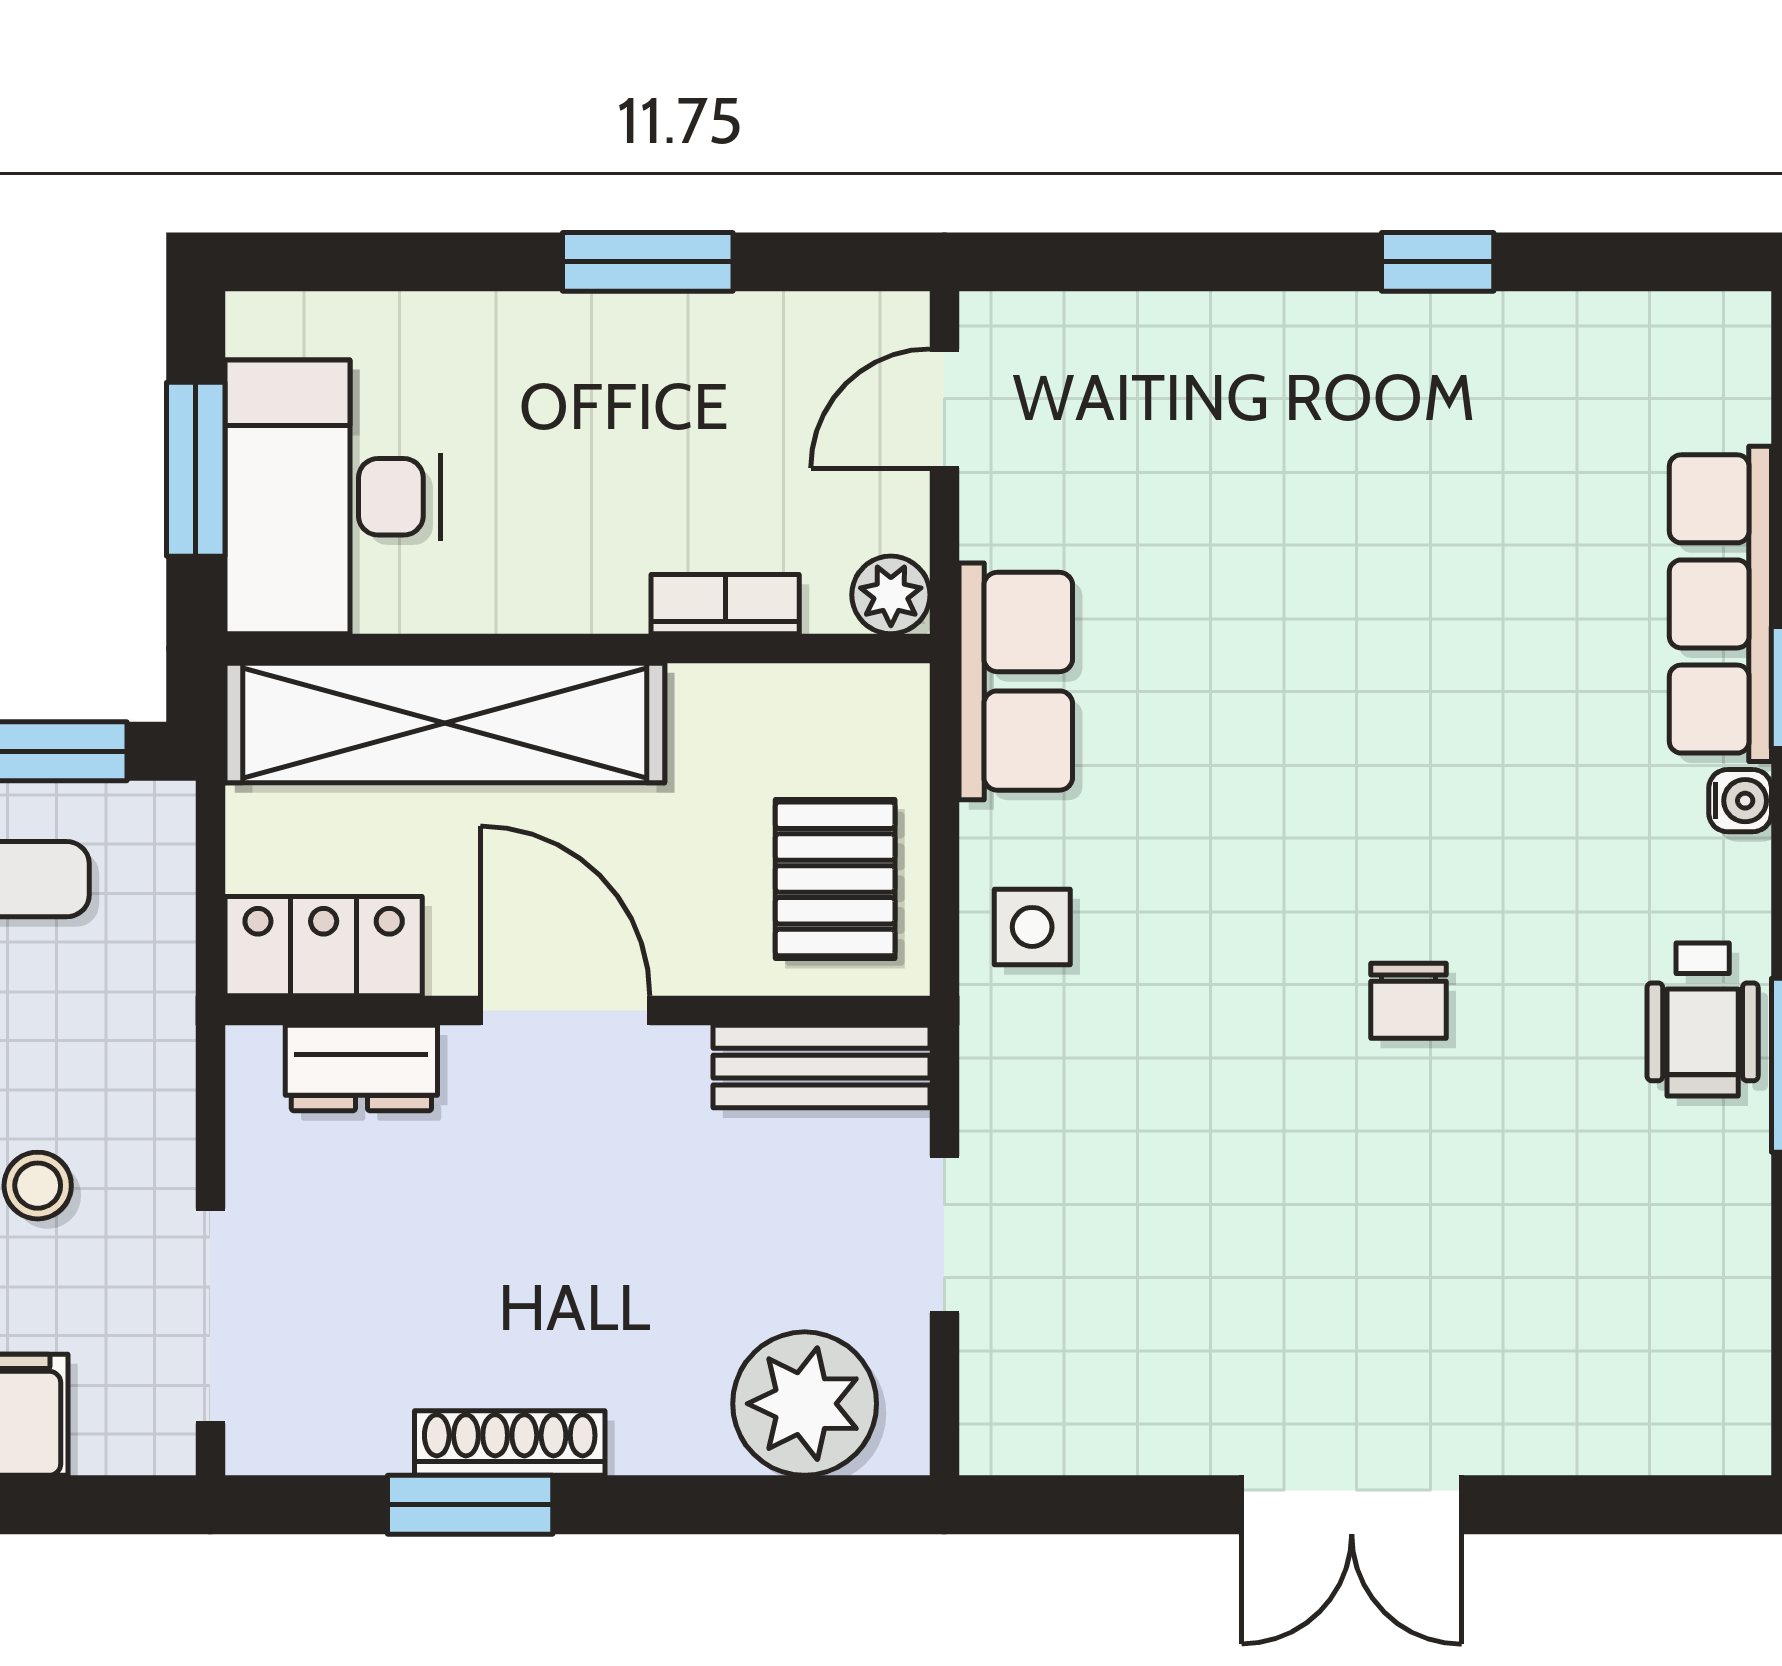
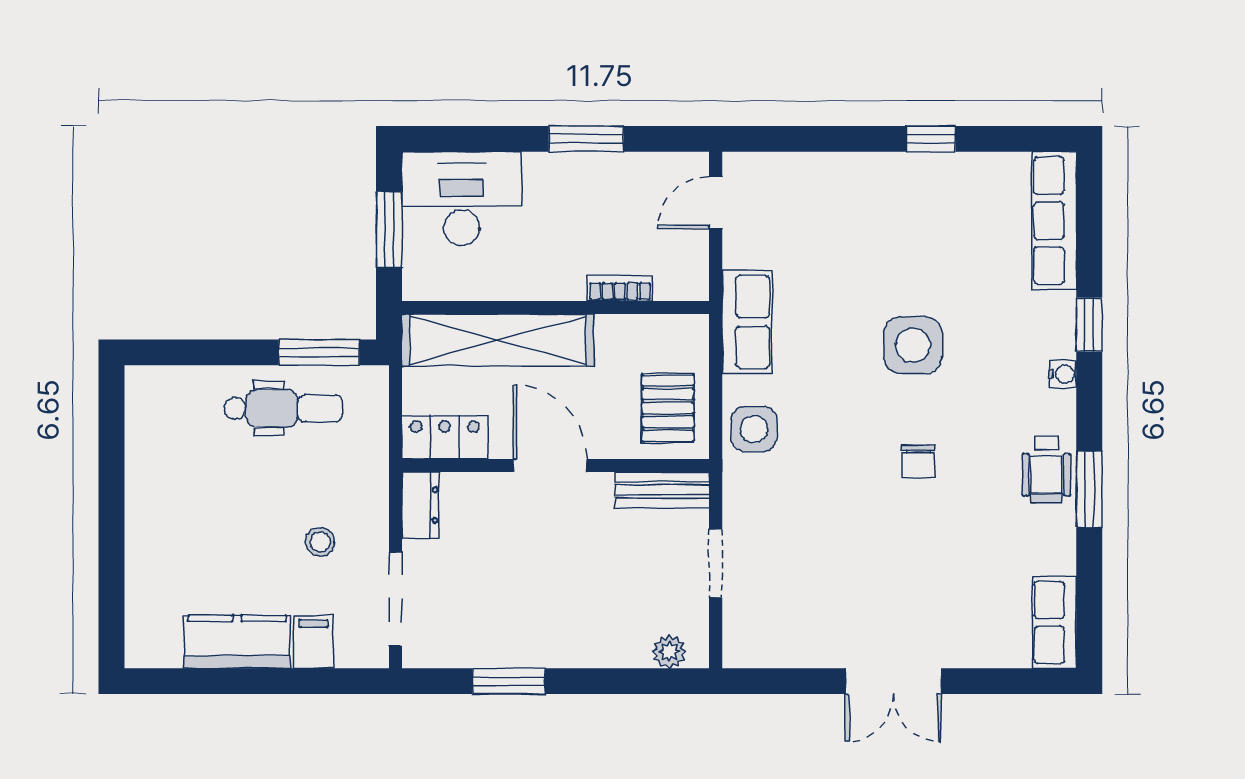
desk: (333, 497) -> (462, 199), moved, turned 90
plant: (891, 595) -> (692, 284), removed
row of seats: (1720, 604) -> (1054, 221), moved
side table: (1397, 735) -> (913, 345), added
side table: (1032, 927) -> (754, 429), width x1.37, depth x1.37
dresser: (361, 1068) -> (420, 505), moved, turned -90
row of seats: (1721, 1370) -> (1054, 622), added
plant: (805, 1404) -> (669, 652), width x0.53, depth x0.53
shoe rack: (510, 1443) -> (526, 654), removed

